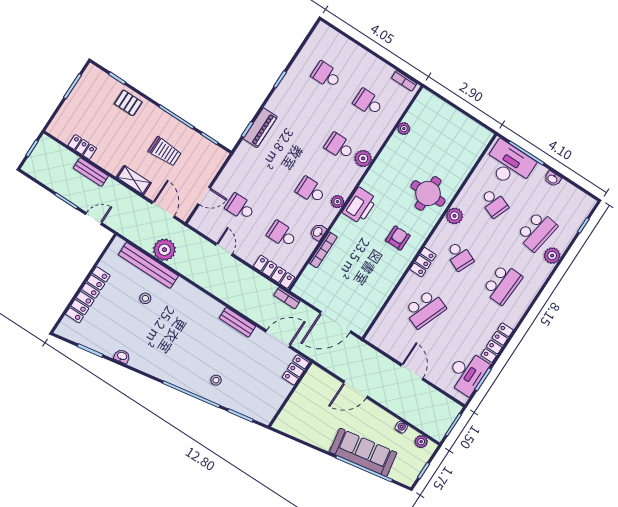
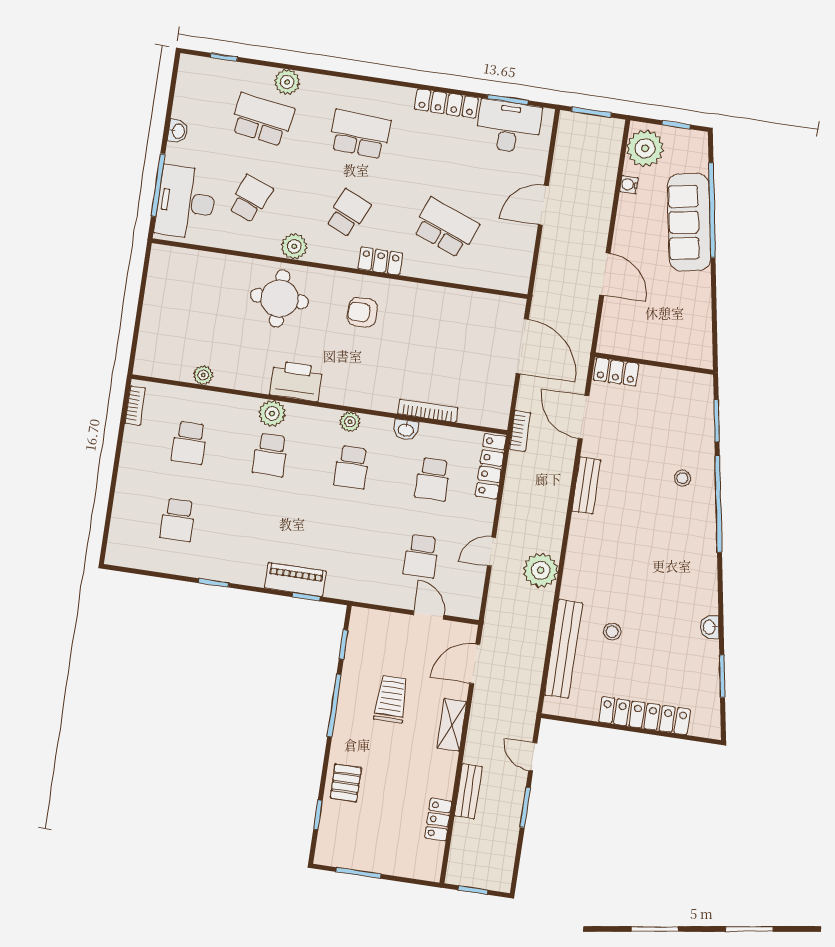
printer: (360, 206) -> (296, 381), moved
plant: (164, 250) -> (541, 570), moved
plant: (421, 442) -> (645, 148), width x1.88, depth x1.88

